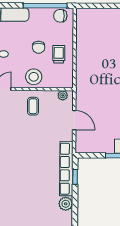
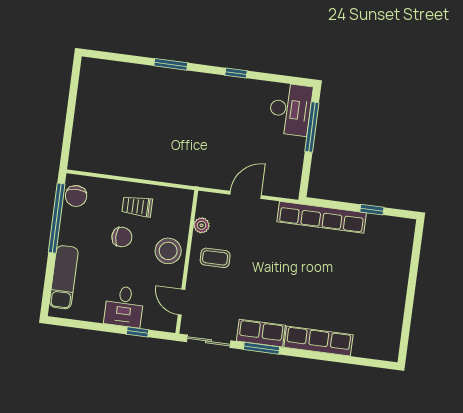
plant: (63, 95) -> (202, 225), moved
window: (75, 177) -> (372, 210), moved
plant: (66, 204) -> (378, 225), removed

